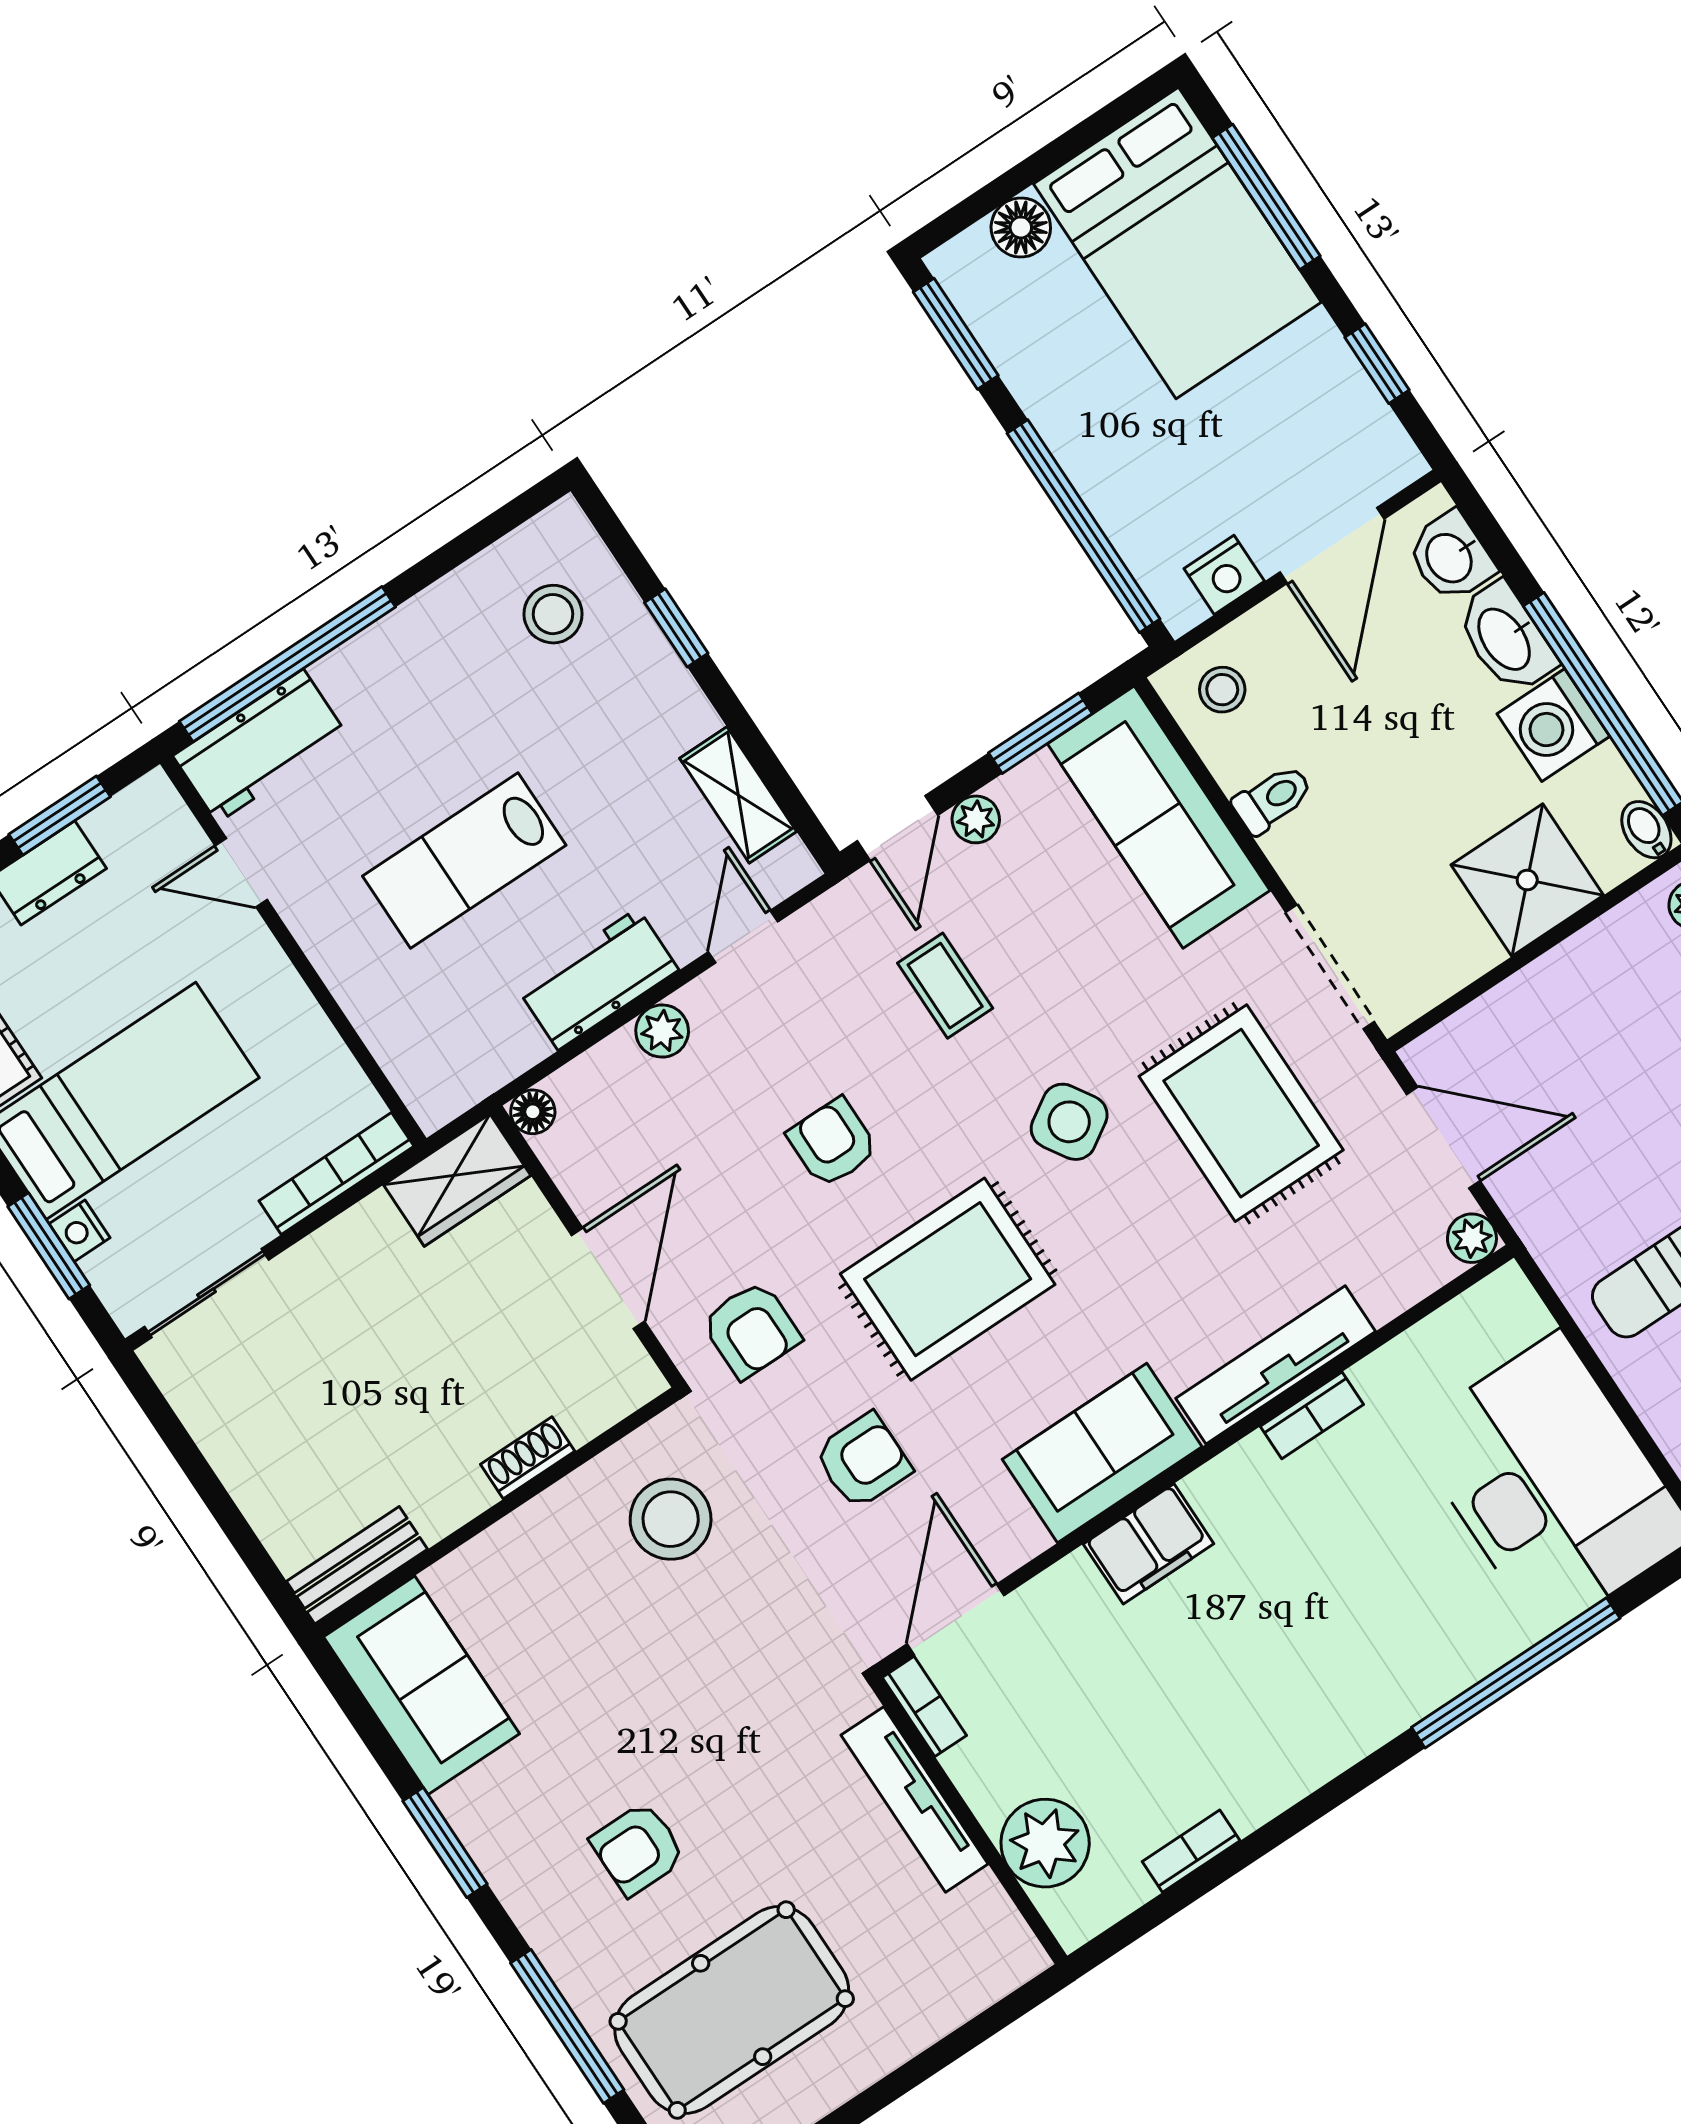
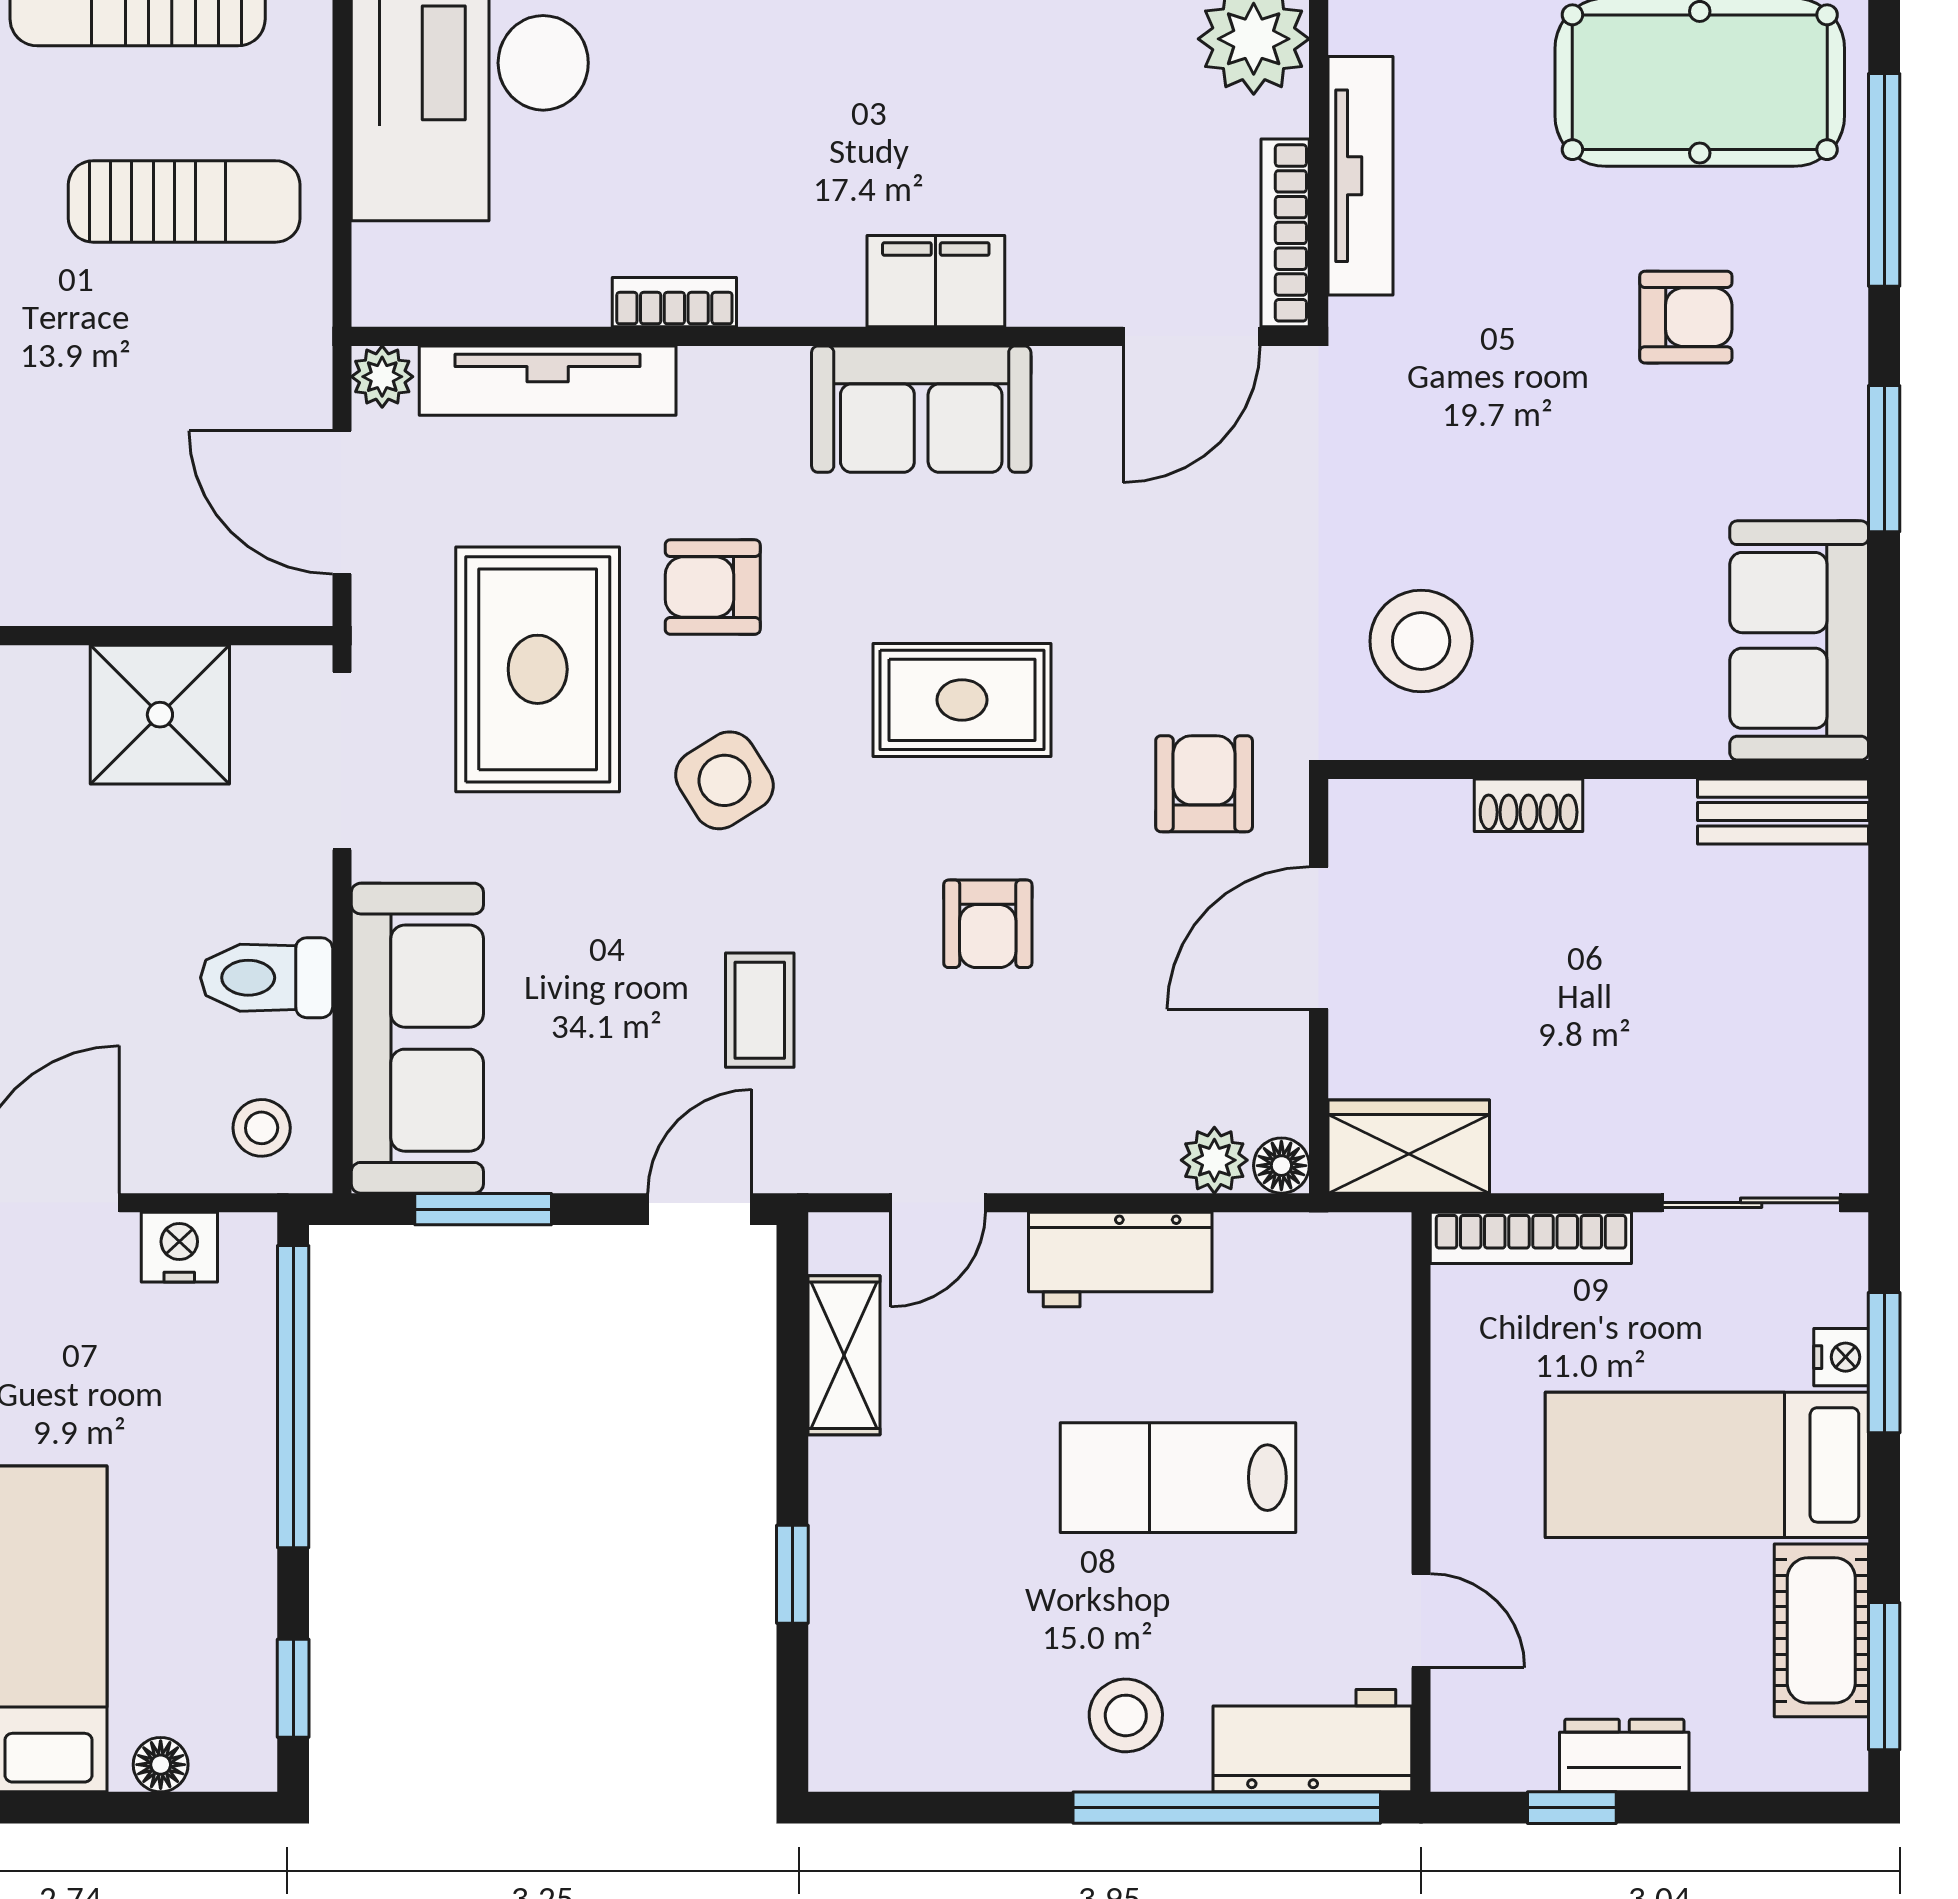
floor lamp: (1021, 227) -> (161, 1765), width x0.73, depth x0.73
window: (956, 334) -> (293, 1688), width x0.67
stool: (553, 614) -> (1126, 1715), moved
toilet: (1273, 799) -> (267, 978), width x1.37, depth x1.39
window: (60, 816) -> (1572, 1808), width x0.67
plant: (976, 819) -> (611, 1164), removed
lab bench: (464, 861) -> (1178, 1478), turned 180
shower: (1527, 880) -> (160, 715), moved
plant: (662, 1031) -> (1214, 1160), moved
rug: (948, 1279) -> (962, 700), width x0.73, depth x0.70
tv unit: (1276, 1365) -> (548, 381), moved
armchair: (863, 1461) -> (713, 587), moved
bookcase: (924, 1706) -> (1285, 233), width x1.56

